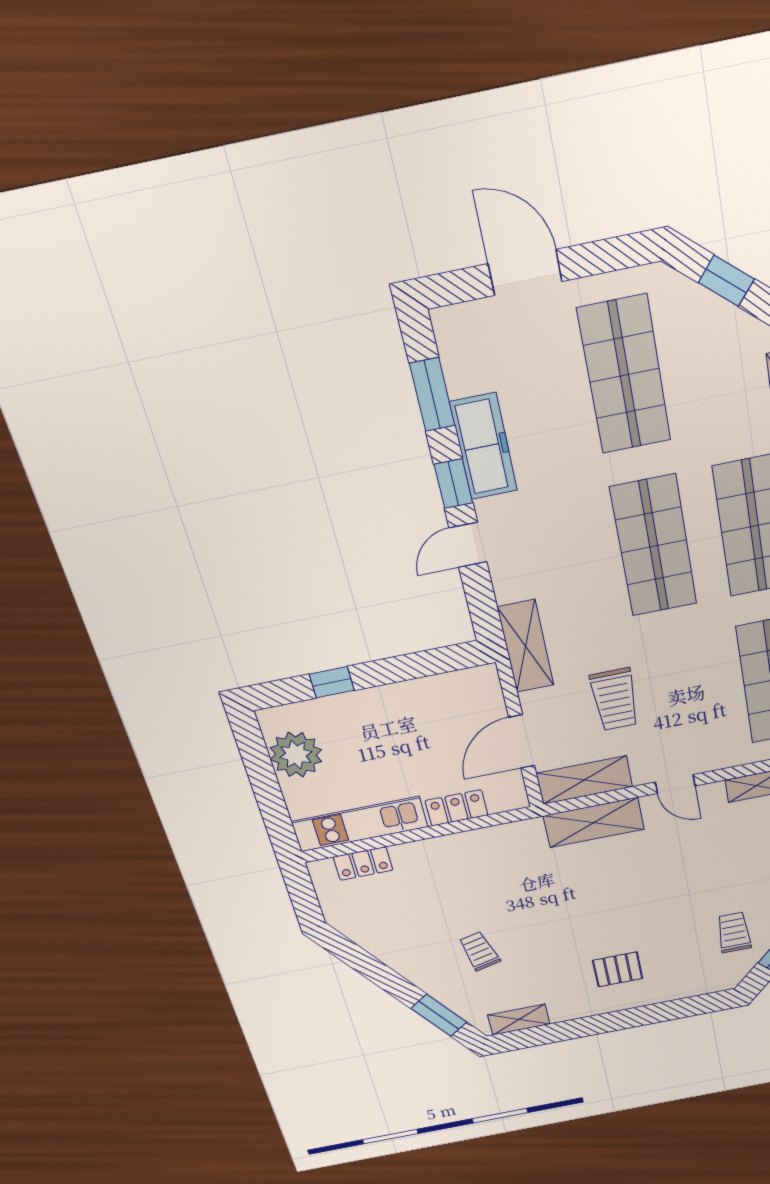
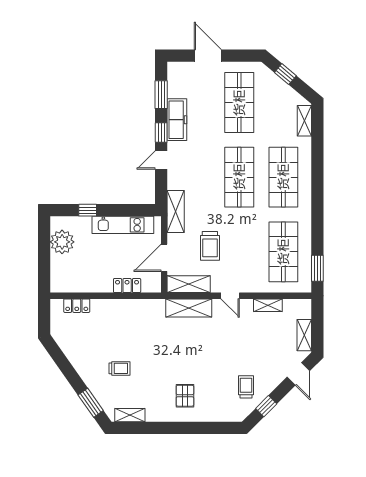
kitchen unit: (360, 824) -> (123, 225), moved, turned 180
trolley: (479, 951) -> (119, 368), turned 104
pallet: (618, 969) -> (185, 396), turned 90

